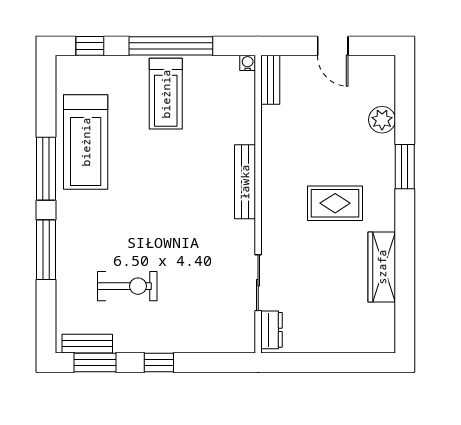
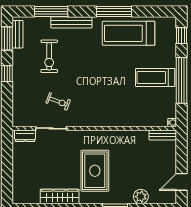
door: (333, 46) -> (181, 182), moved
bench: (245, 182) -> (71, 22), moved
rug: (335, 203) -> (95, 171), width x1.36, depth x1.43
window: (46, 250) -> (51, 12), moved
exercise bike: (209, 270) -> (58, 101), added

